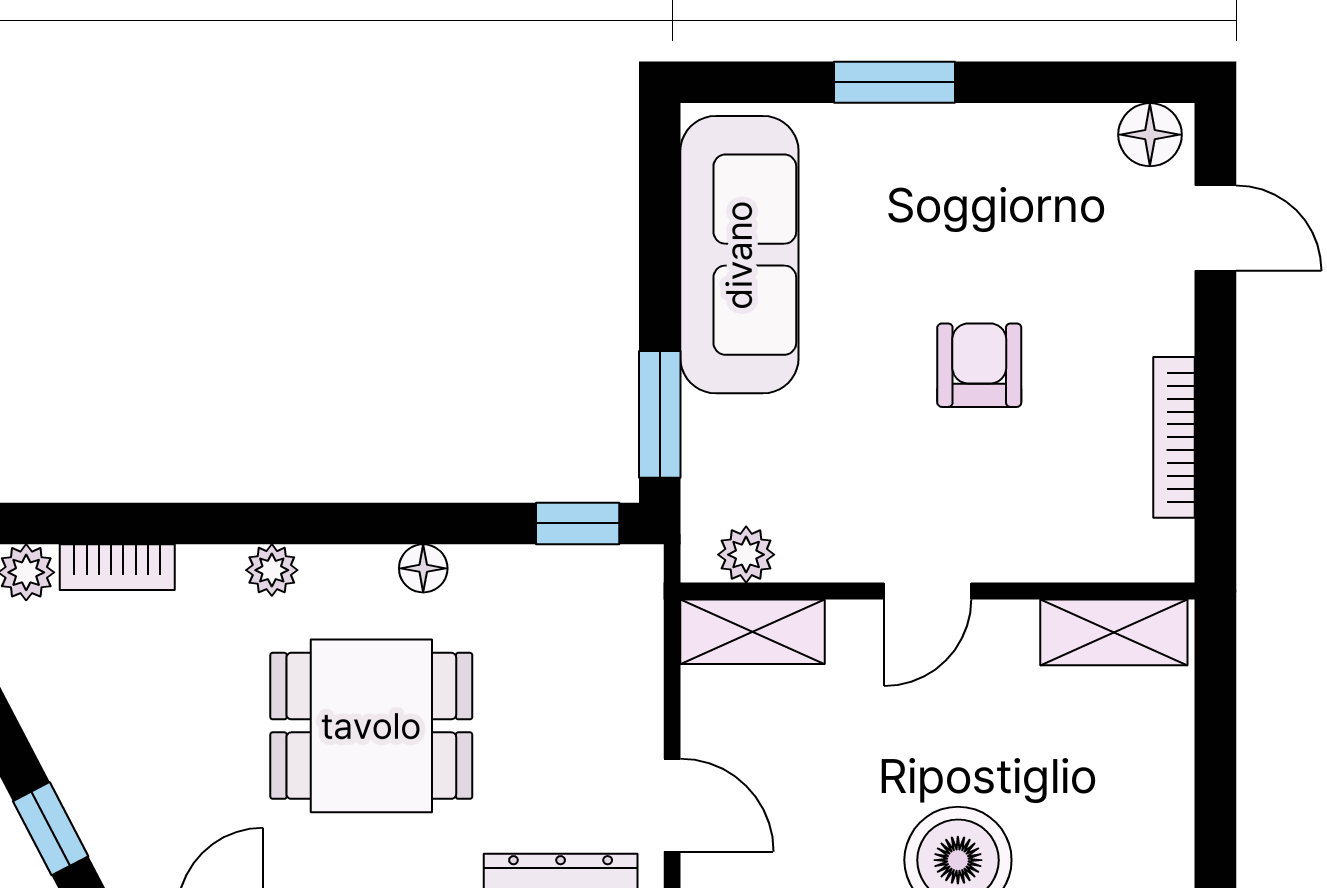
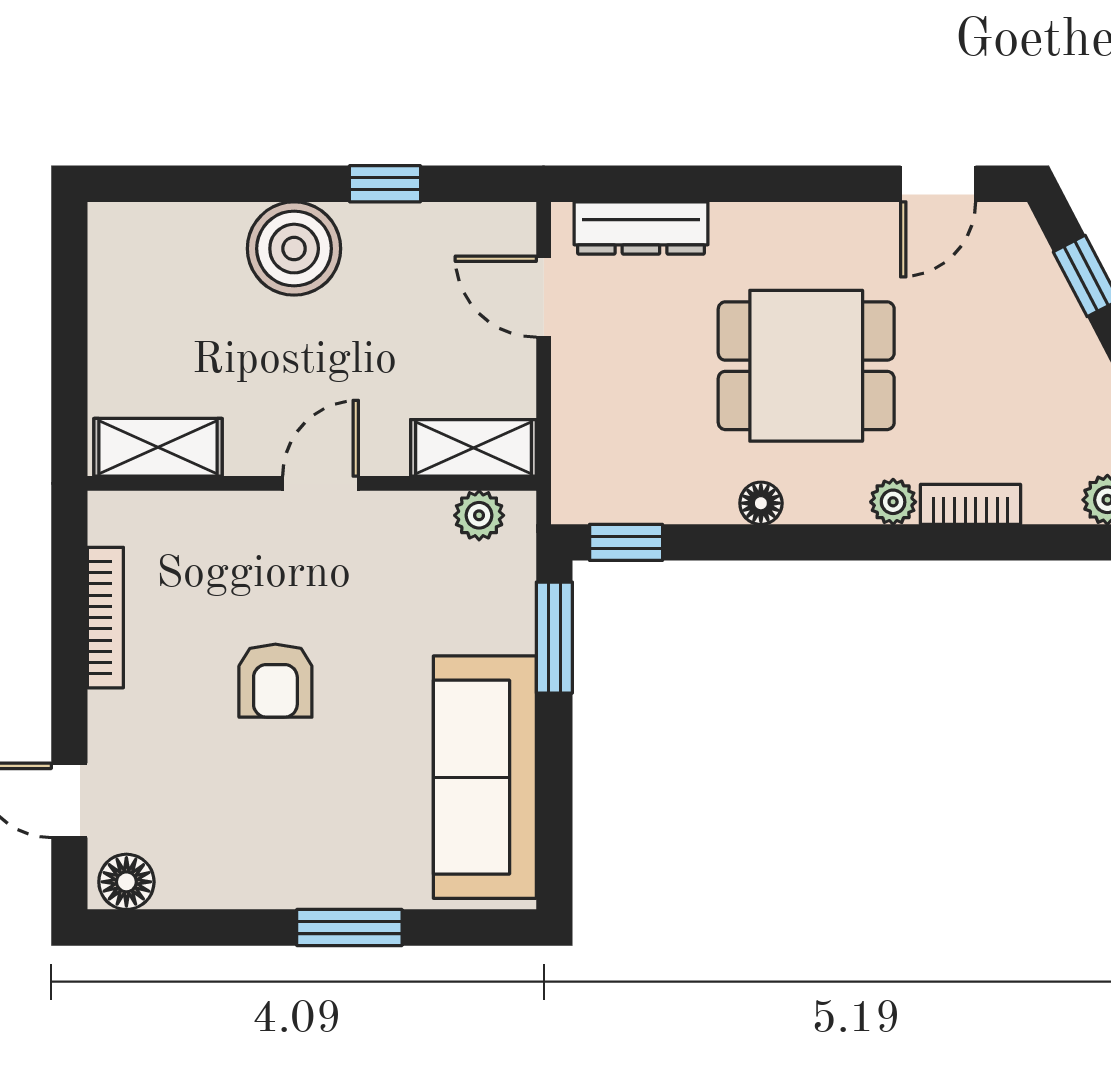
bookcase: (117, 567) -> (971, 504), moved

